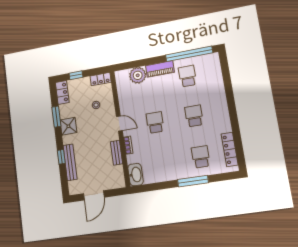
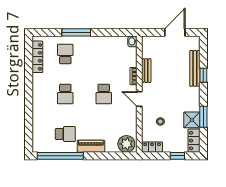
plant: (138, 75) -> (126, 144), moved
school desk: (187, 76) -> (65, 134), turned -90
shower: (68, 126) -> (192, 120), moved
school desk: (201, 157) -> (65, 54), turned 180
washbasin: (135, 175) -> (132, 41), width x0.52, depth x0.69

